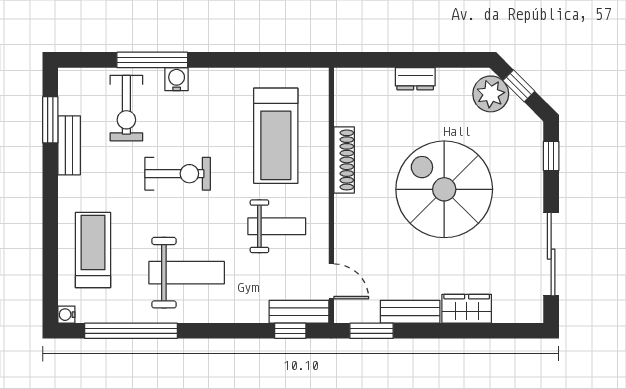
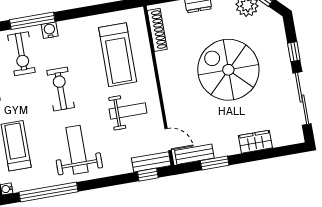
window: (551, 156) -> (294, 52), moved
shoe rack: (344, 160) -> (157, 30), moved
exercise bike: (178, 174) -> (61, 89), turned -90
weight bench: (187, 273) -> (77, 150), turned -90
bench: (410, 312) -> (194, 154), moved
window: (372, 331) -> (215, 163), moved

